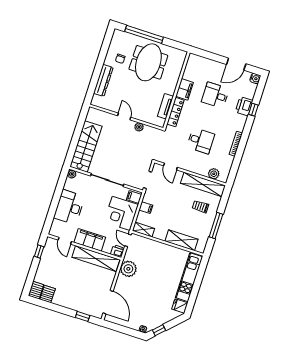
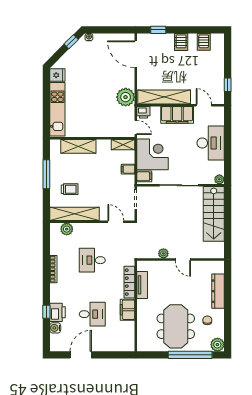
plant: (118, 36) -> (217, 345), added
water cooler: (255, 78) -> (55, 328), moved
server rack: (36, 290) -> (181, 42), moved

